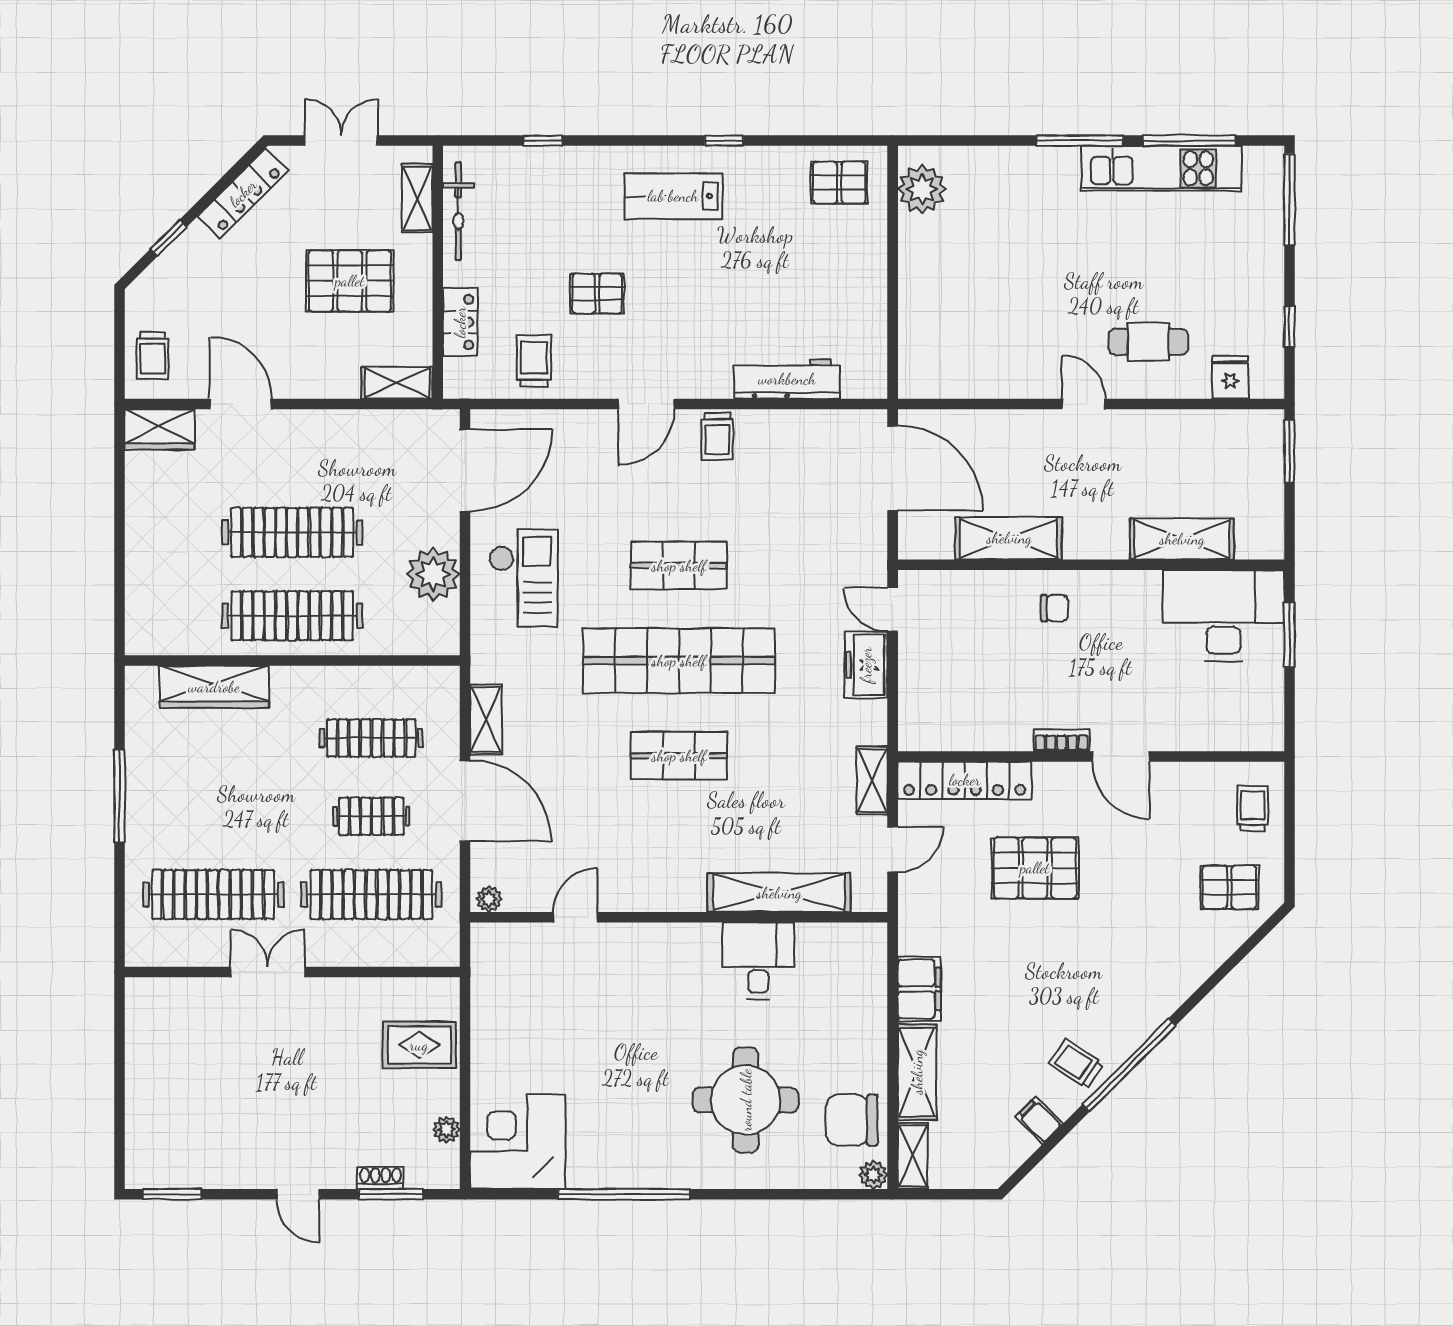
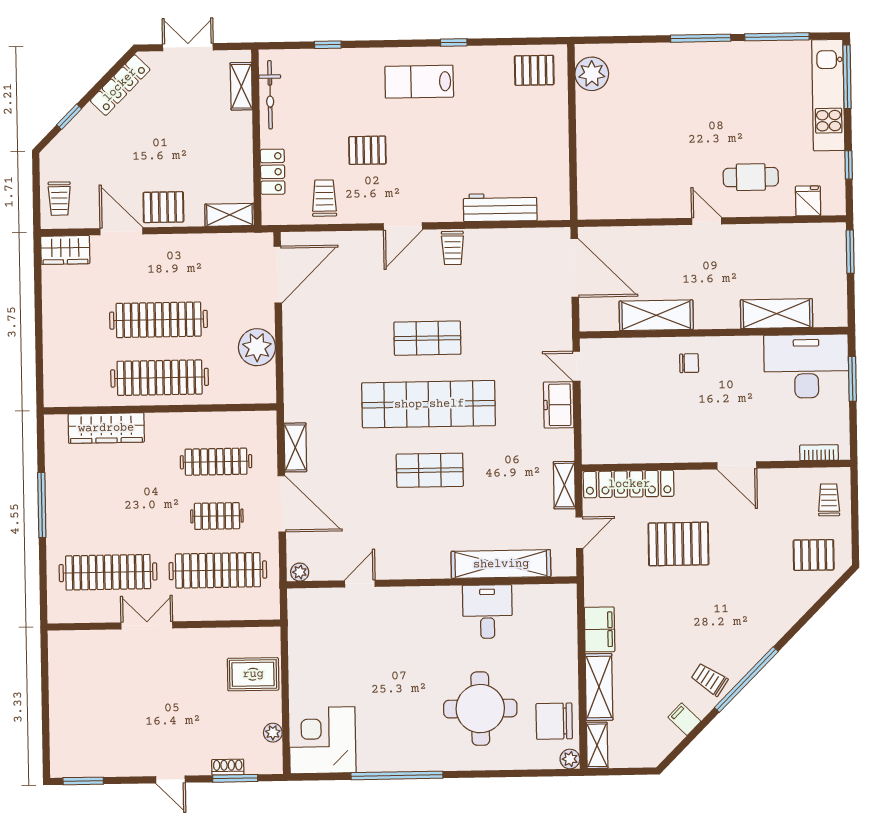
kitchen unit: (1161, 168) -> (828, 95), moved, turned 90
pallet: (350, 281) -> (163, 207), moved, width x0.67, depth x0.71
checkout: (523, 578) -> (320, 349), removed
bookcase: (1061, 740) -> (819, 453), moved

